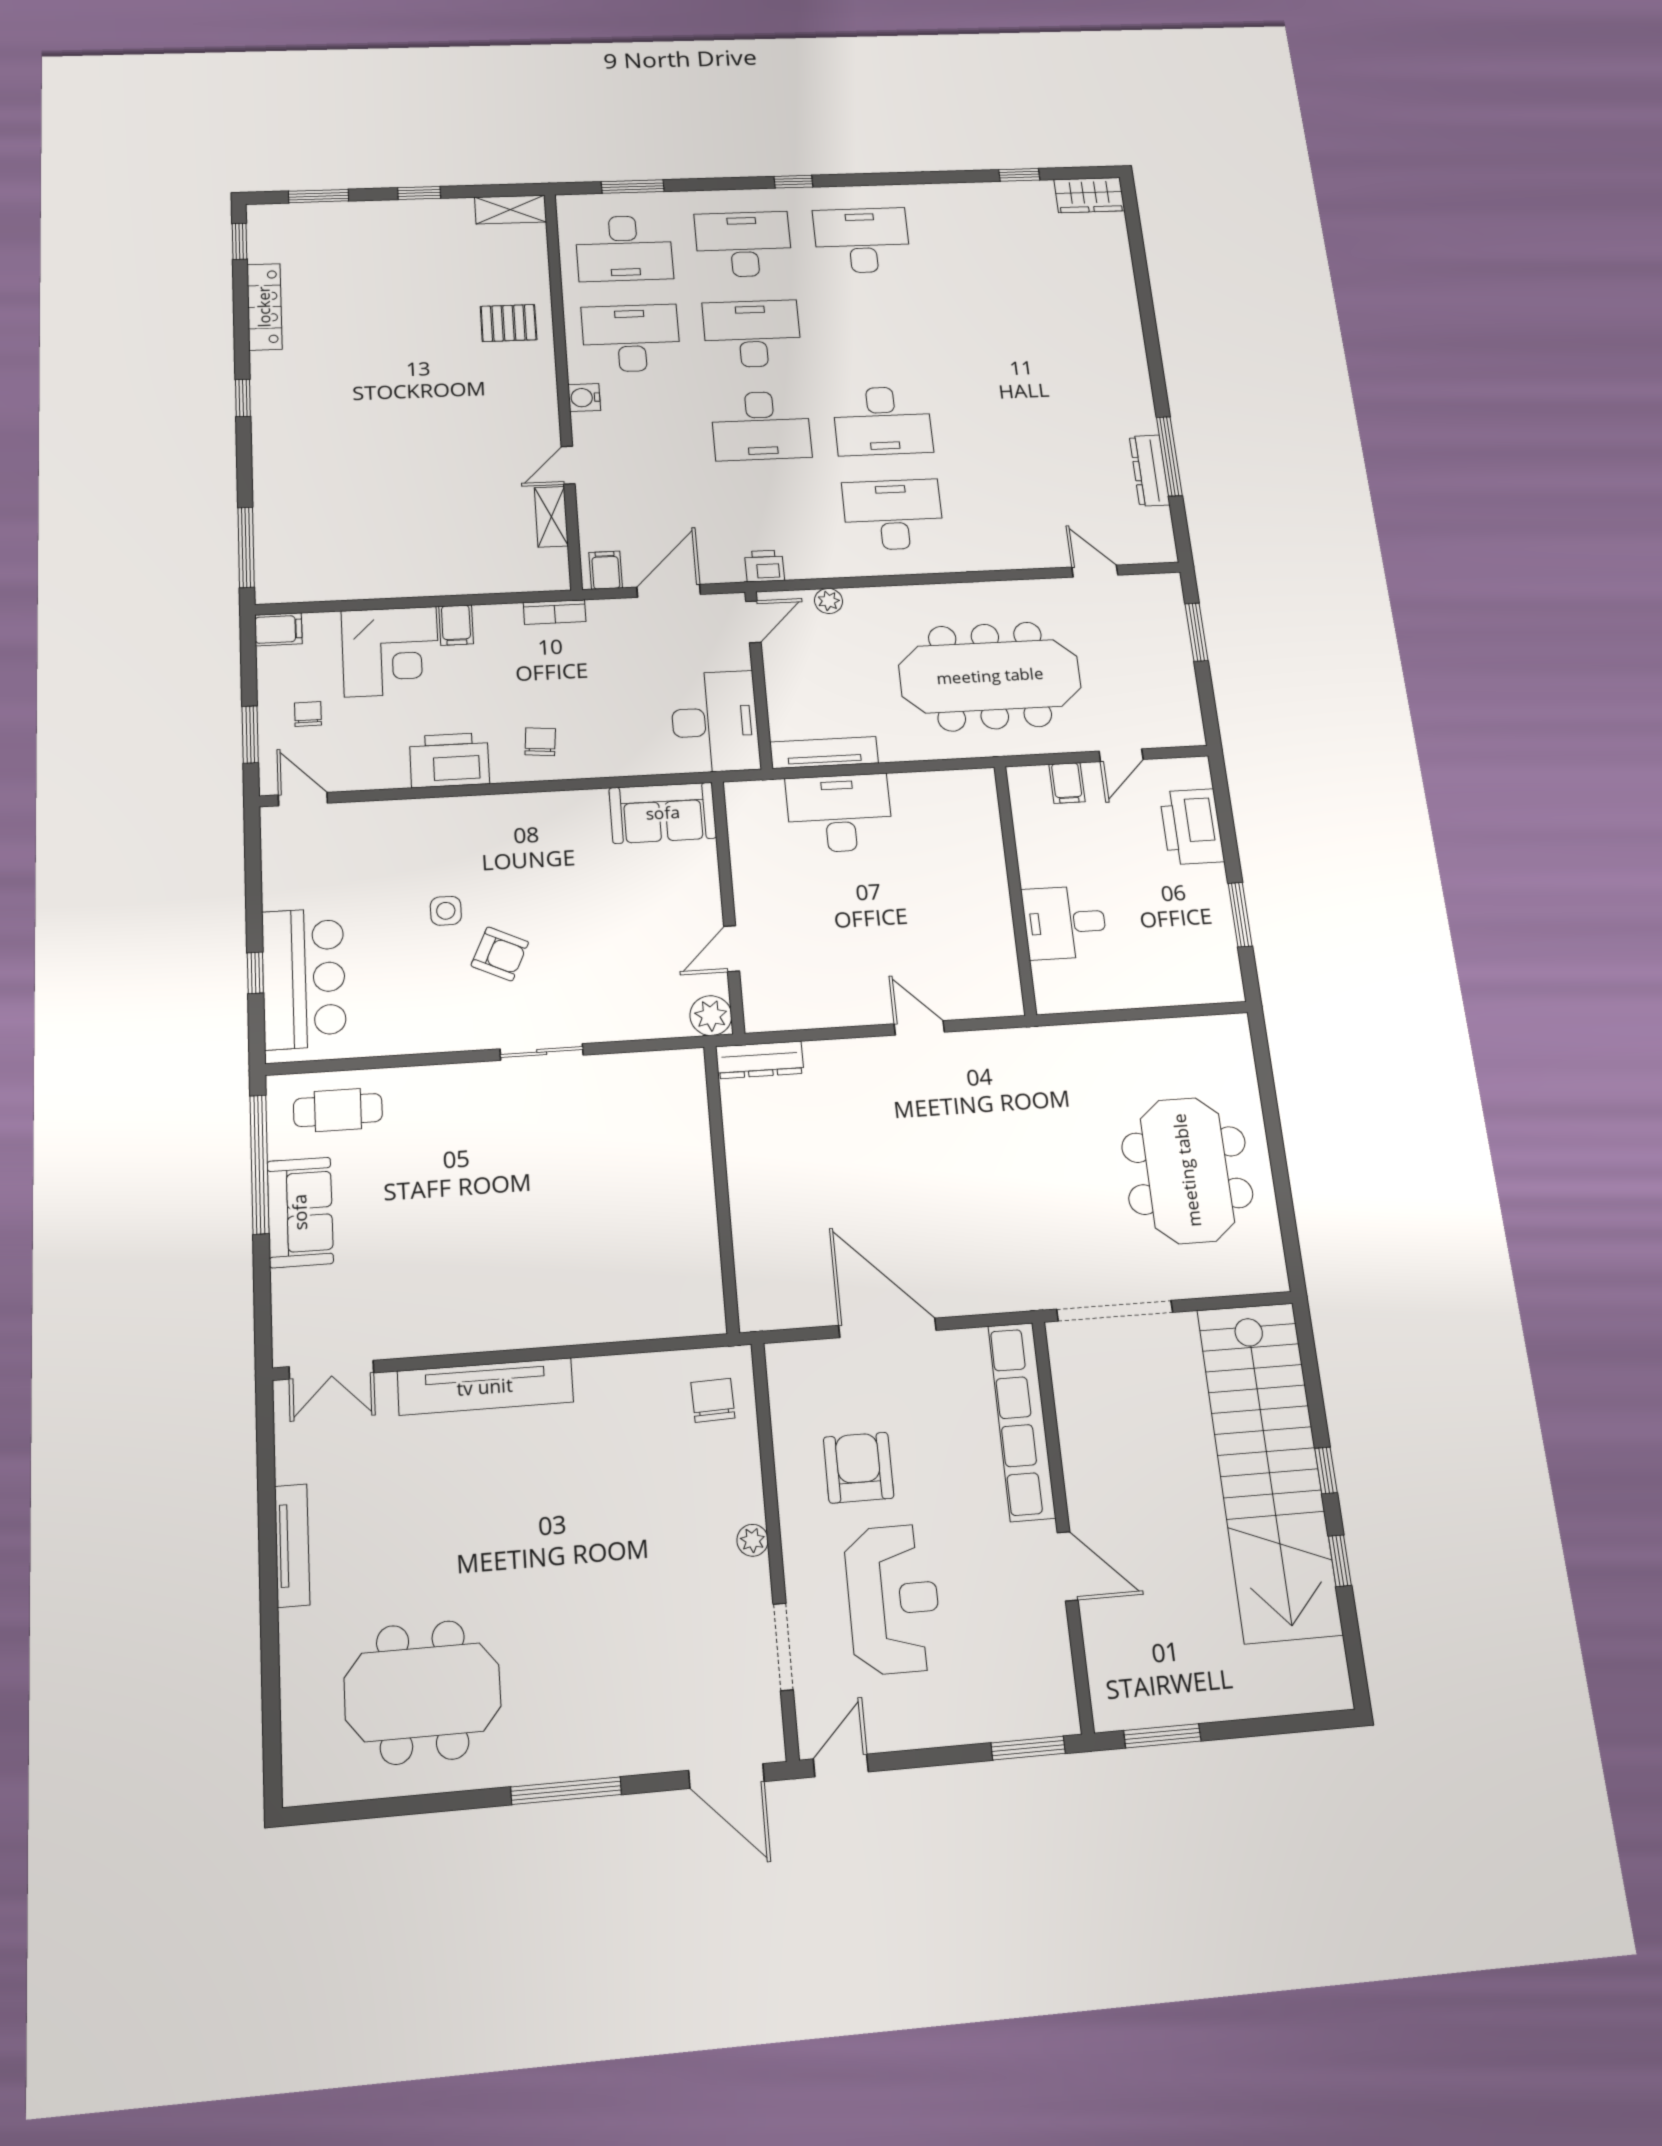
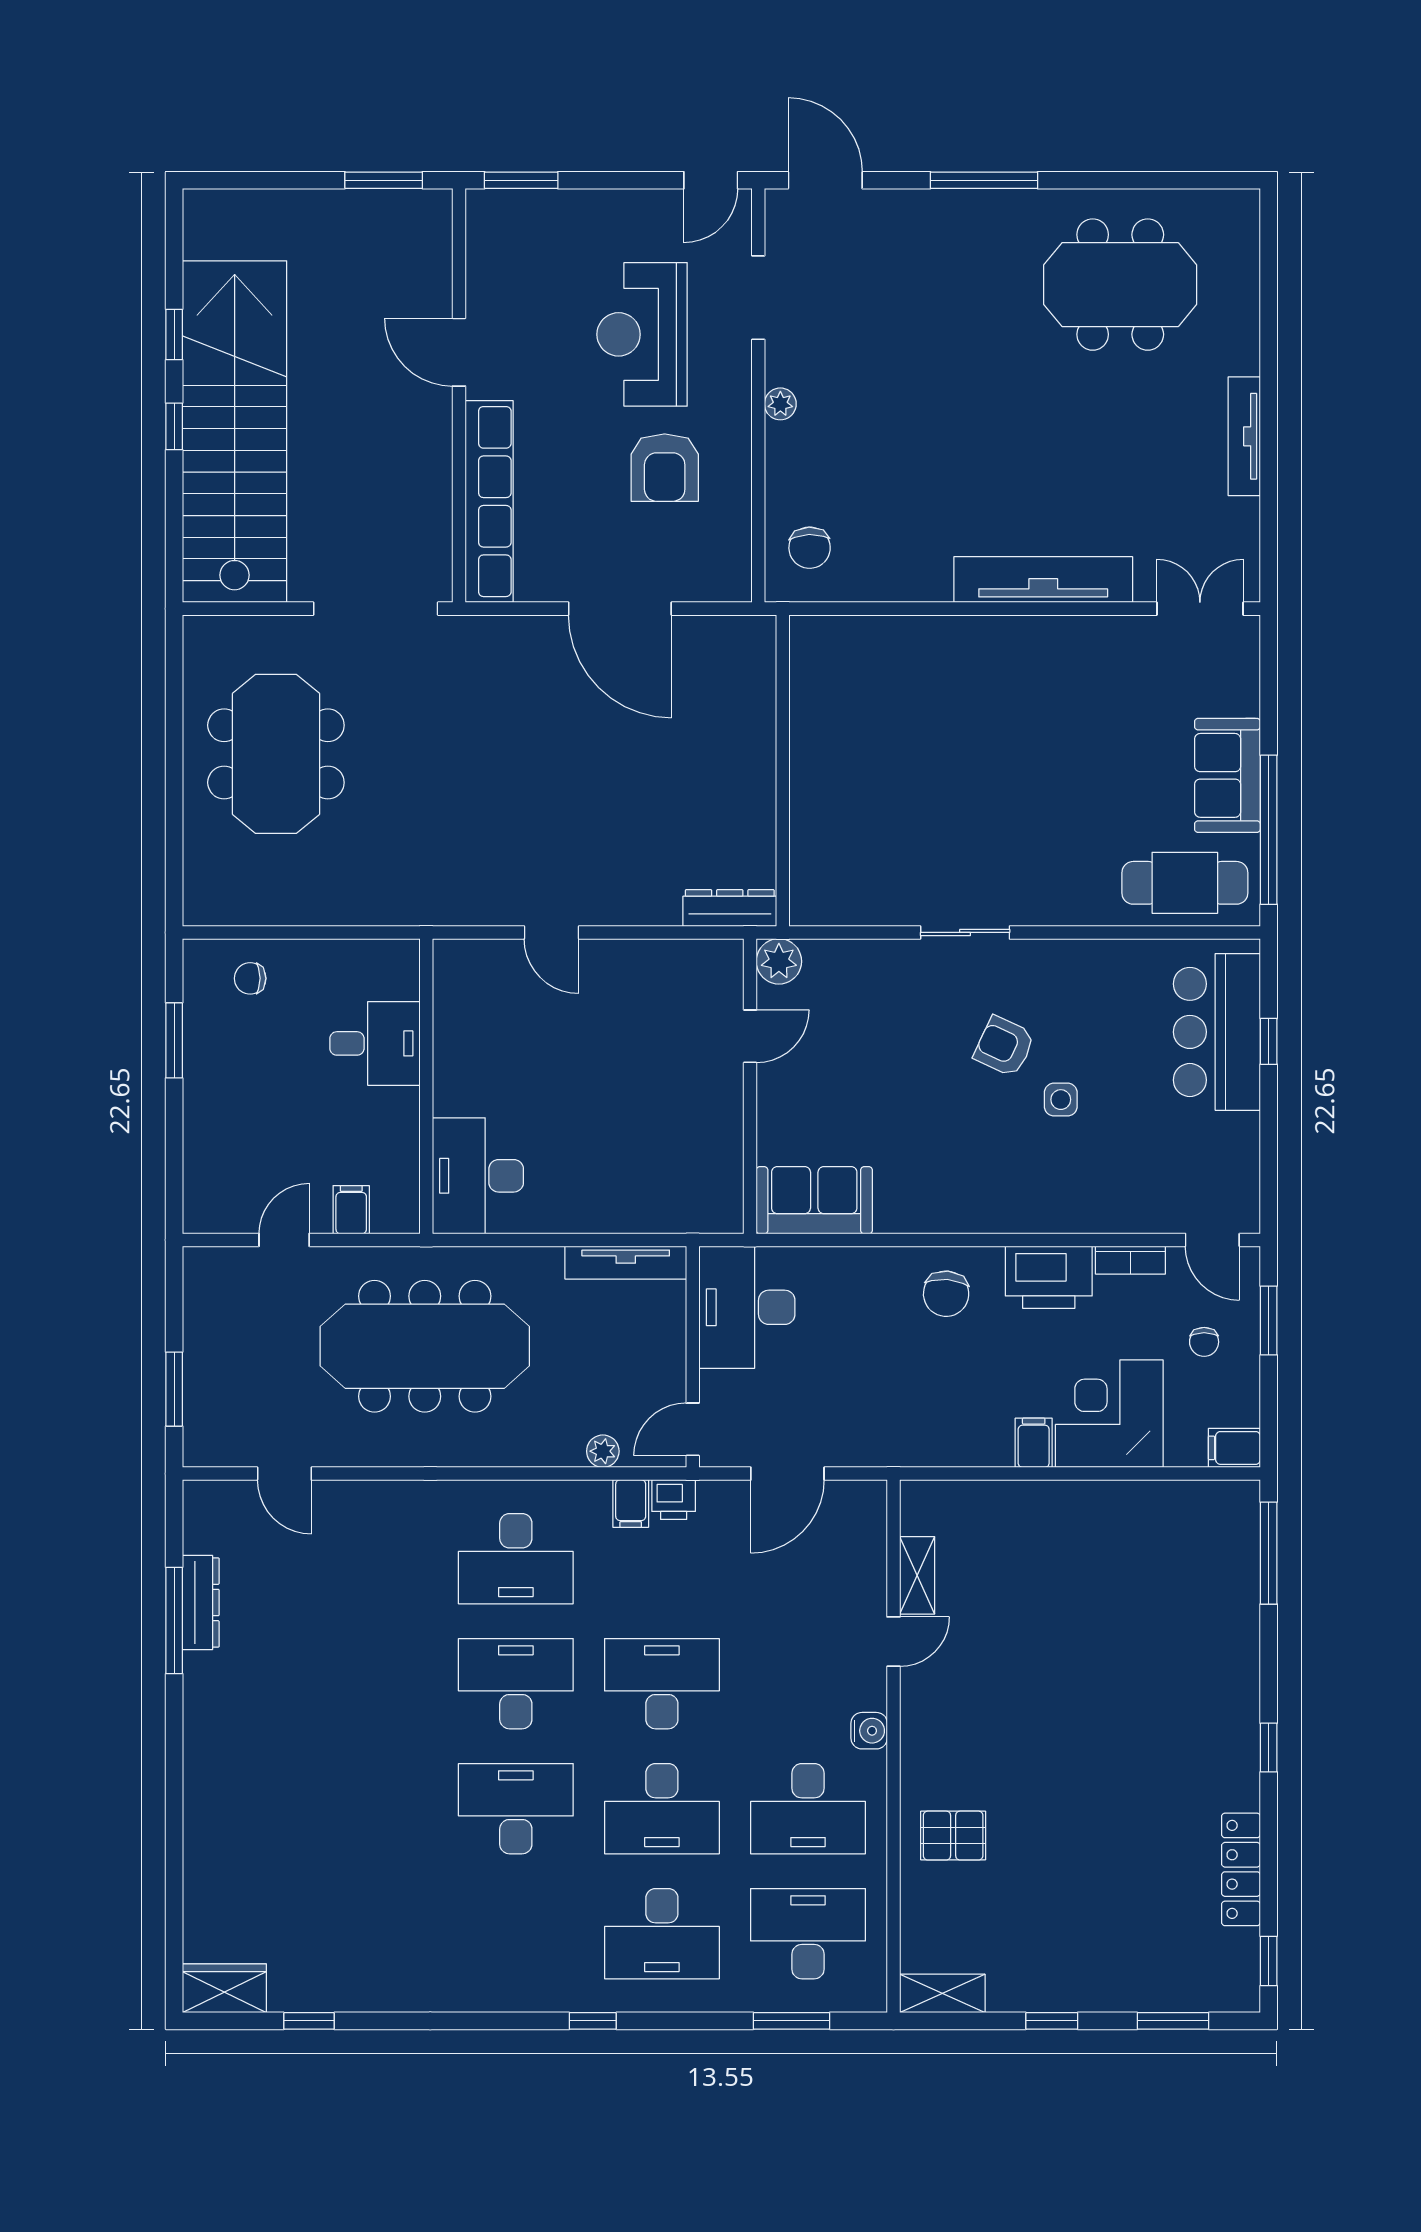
desk: (862, 240) -> (516, 1809), moved, turned 180
filing cabinet: (606, 570) -> (631, 1504), moved
bookcase: (555, 612) -> (1130, 1260), moved, turned 180
chair: (540, 742) -> (946, 1294), width x1.37, depth x1.37
desk: (839, 813) -> (478, 1176), moved, turned 90
printer: (1192, 827) -> (214, 1148), removed
chair: (1182, 971) -> (250, 978), added
cafe table: (338, 1110) -> (1185, 883), width x1.37, depth x1.35

